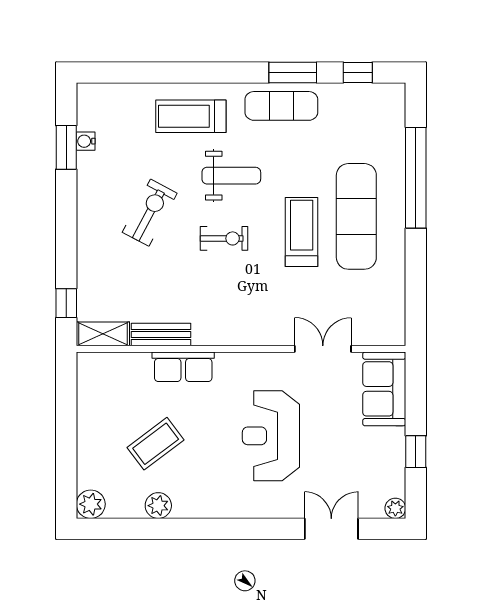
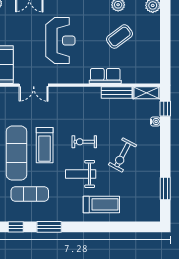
exercise mat: (281, 106) -> (30, 194), moved
water cooler: (86, 141) -> (155, 122), moved

